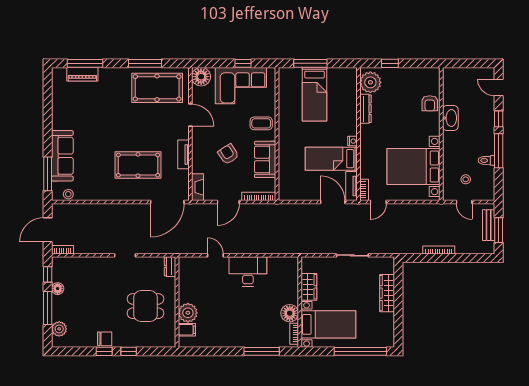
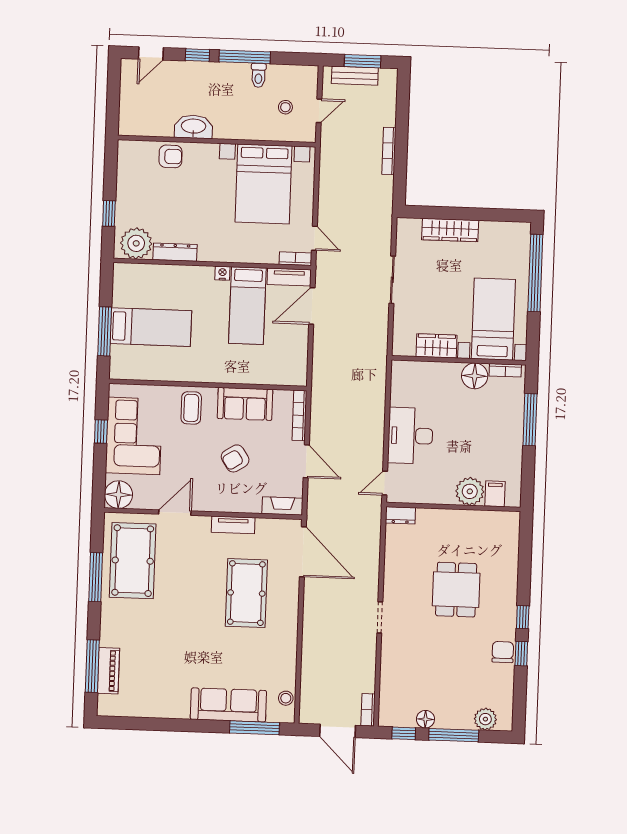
dresser: (170, 267) -> (400, 515), moved
wall: (177, 302) -> (453, 507), moved
plant: (188, 313) -> (470, 491), moved
filing cabinet: (187, 330) -> (495, 494), moved

